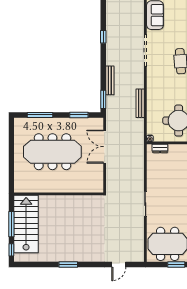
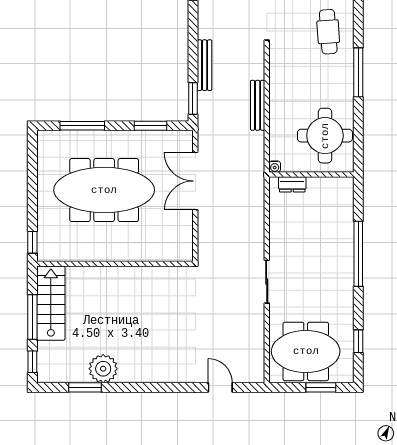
window: (11, 182) -> (32, 242), added
stairs: (26, 224) -> (51, 303), width x0.73, depth x0.66
plant: (52, 254) -> (103, 369), added
window: (68, 264) -> (85, 387), moved
door: (119, 264) -> (220, 387), swing flipped

